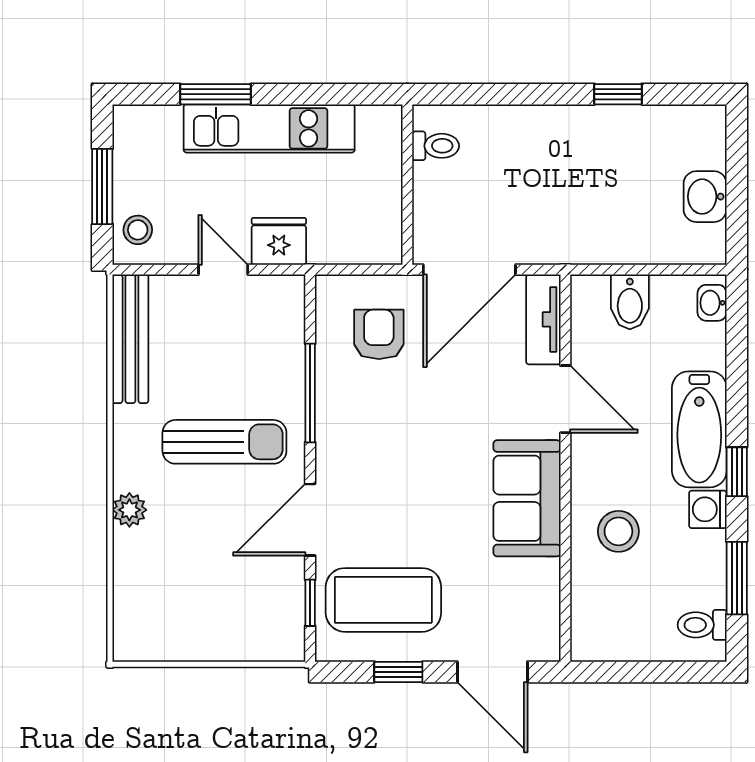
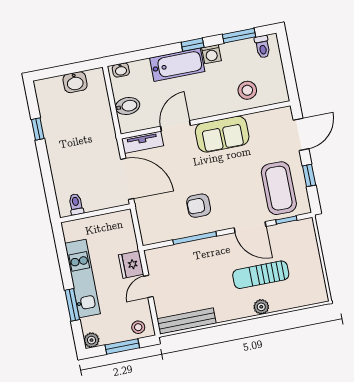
plant: (130, 121) -> (92, 340), added
armchair: (379, 334) -> (199, 206), moved
sun lounger: (224, 442) -> (261, 275), moved, turned -90
stool: (618, 531) -> (247, 90), moved

